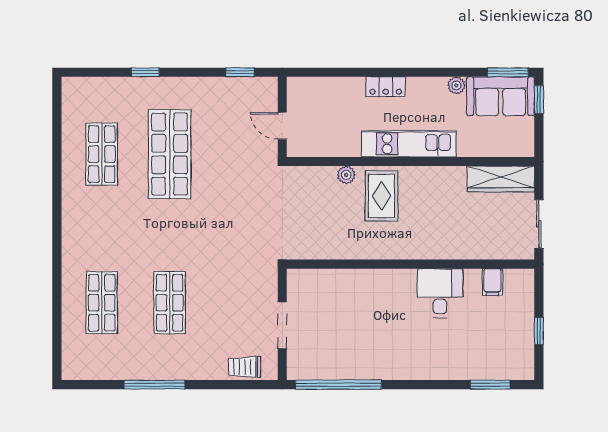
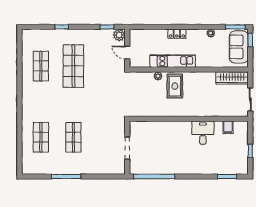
plant: (265, 89) -> (119, 35), added
sofa: (501, 96) -> (239, 47), moved, turned 90
kitchen unit: (409, 144) -> (173, 61), moved
trolley: (244, 367) -> (109, 168), removed

